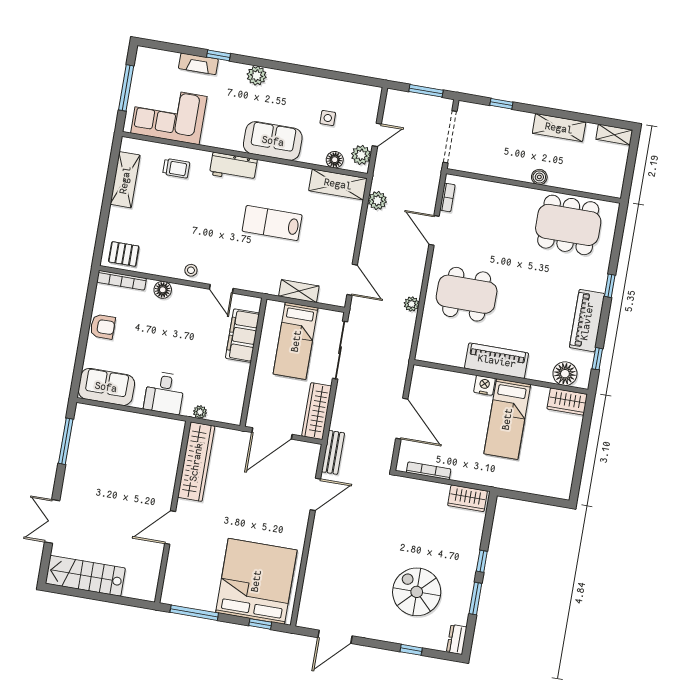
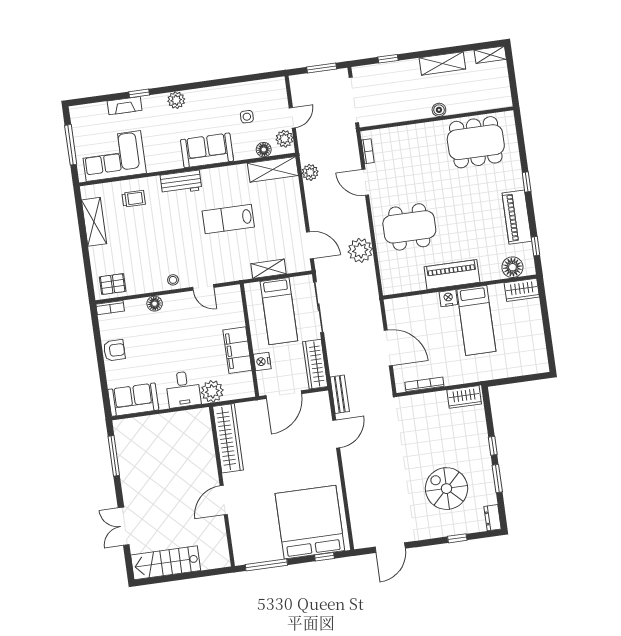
bookcase: (121, 280) -> (110, 308), width x0.64
plant: (412, 304) -> (360, 250), width x1.88, depth x1.88
filing cabinet: (243, 336) -> (237, 350), moved
nightstand: (260, 390) -> (262, 362), added
plant: (200, 412) -> (212, 391), width x1.88, depth x1.88

